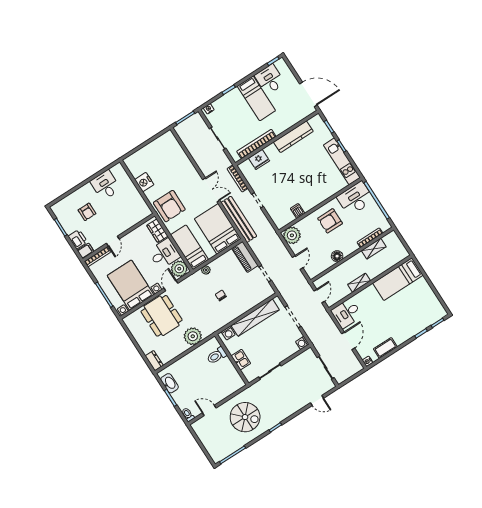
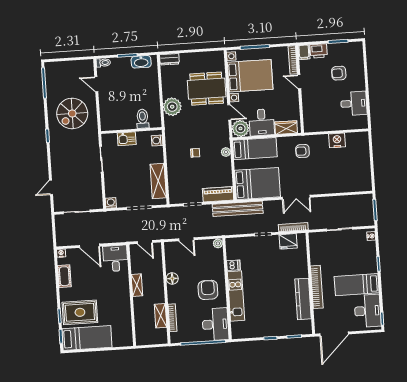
desk: (270, 79) -> (368, 311), width x1.37
bookcase: (256, 144) -> (317, 287), moved
fridge: (259, 159) -> (288, 241), moved, turned -90
kitchen unit: (342, 161) -> (236, 296), moved, turned 90
armchair: (169, 206) -> (303, 151), width x0.53, depth x0.53
bench: (239, 219) -> (238, 209), moved
plant: (292, 235) -> (218, 243), width x0.53, depth x0.53
bed: (398, 279) -> (87, 338), moved, turned 90
shelving: (255, 318) -> (158, 181), width x0.68
rug: (408, 318) -> (80, 312), added
door: (209, 410) -> (96, 84), swing flipped

